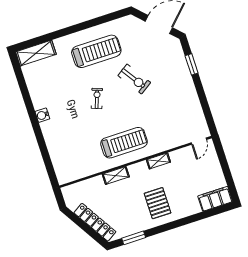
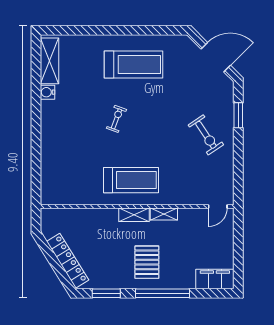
shelving: (36, 53) -> (49, 61), moved, turned 90
exercise bike: (134, 79) -> (206, 135), moved
water cooler: (42, 115) -> (47, 92), moved
shelving: (116, 176) -> (134, 215), moved
window: (178, 223) -> (163, 293), added

